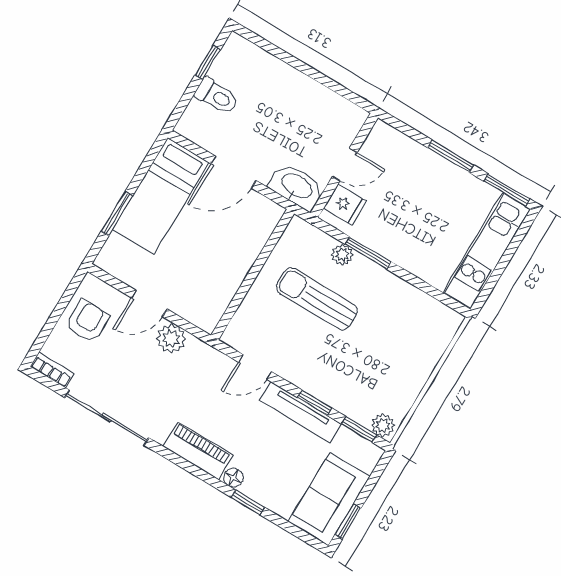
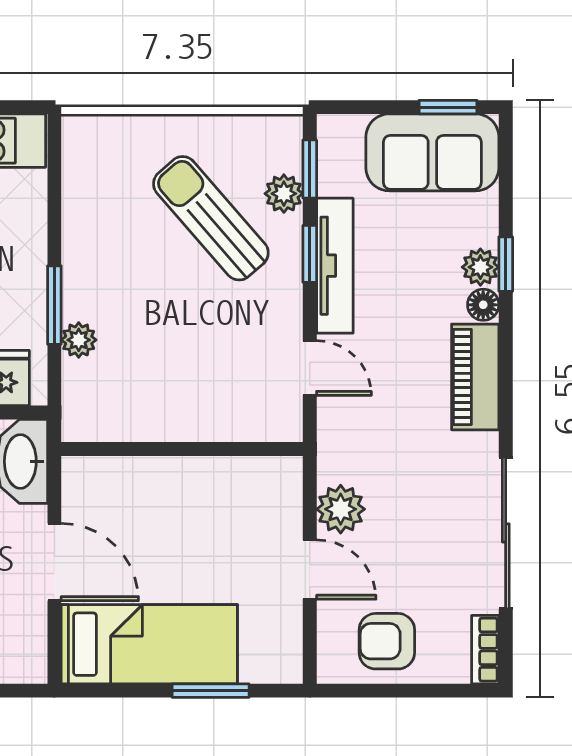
sun lounger: (317, 299) -> (211, 218), moved, turned 139
plant: (383, 425) -> (284, 194), moved
plant: (254, 488) -> (480, 267), added

